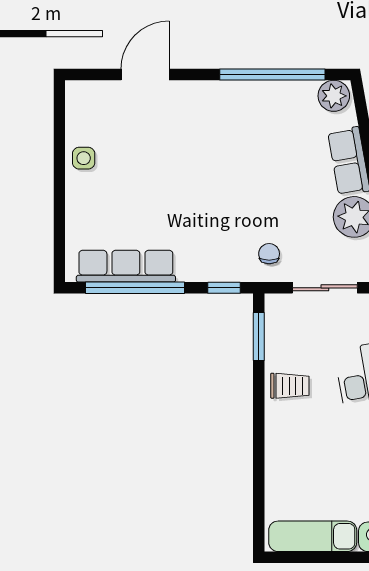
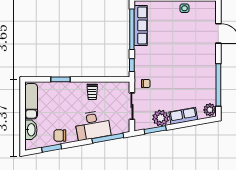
window: (259, 337) -> (61, 79), moved

